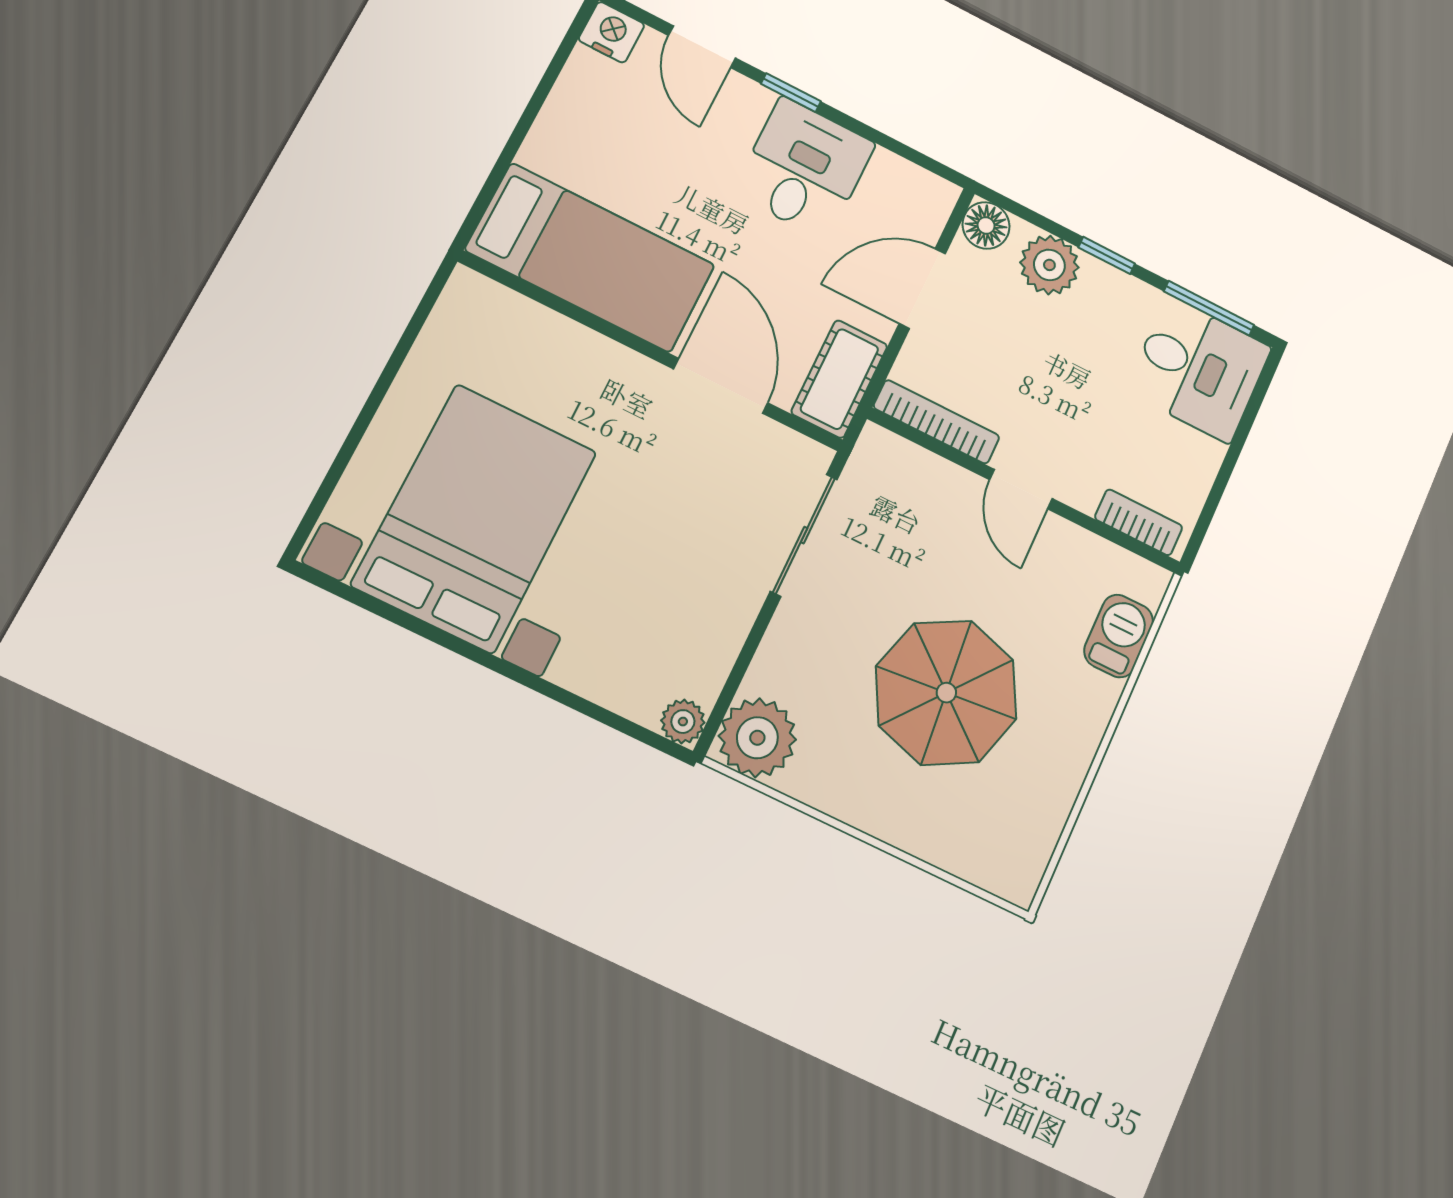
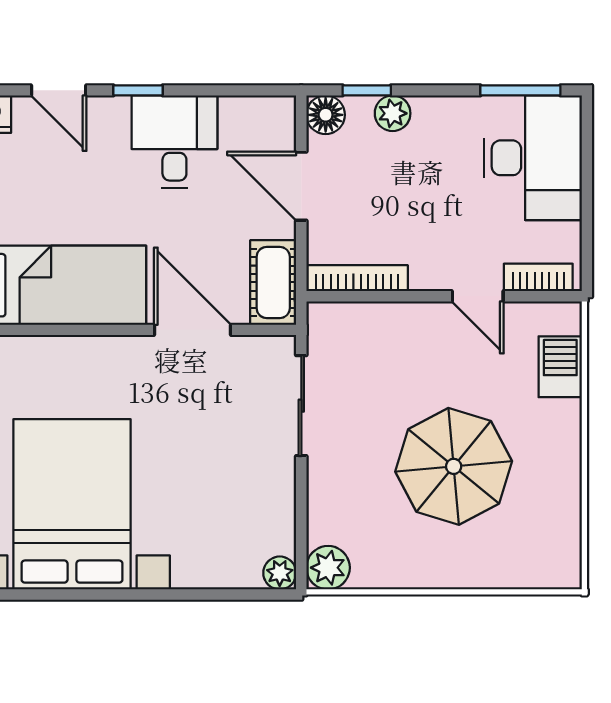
window: (1107, 255) -> (367, 90), moved
plant: (1049, 265) -> (393, 113), width x0.73, depth x0.73
door: (922, 289) -> (301, 186), hinge flipped
desk: (1199, 369) -> (533, 158), width x1.37
door: (1021, 489) -> (478, 296), moved
plant: (757, 738) -> (328, 568), width x0.73, depth x0.73

